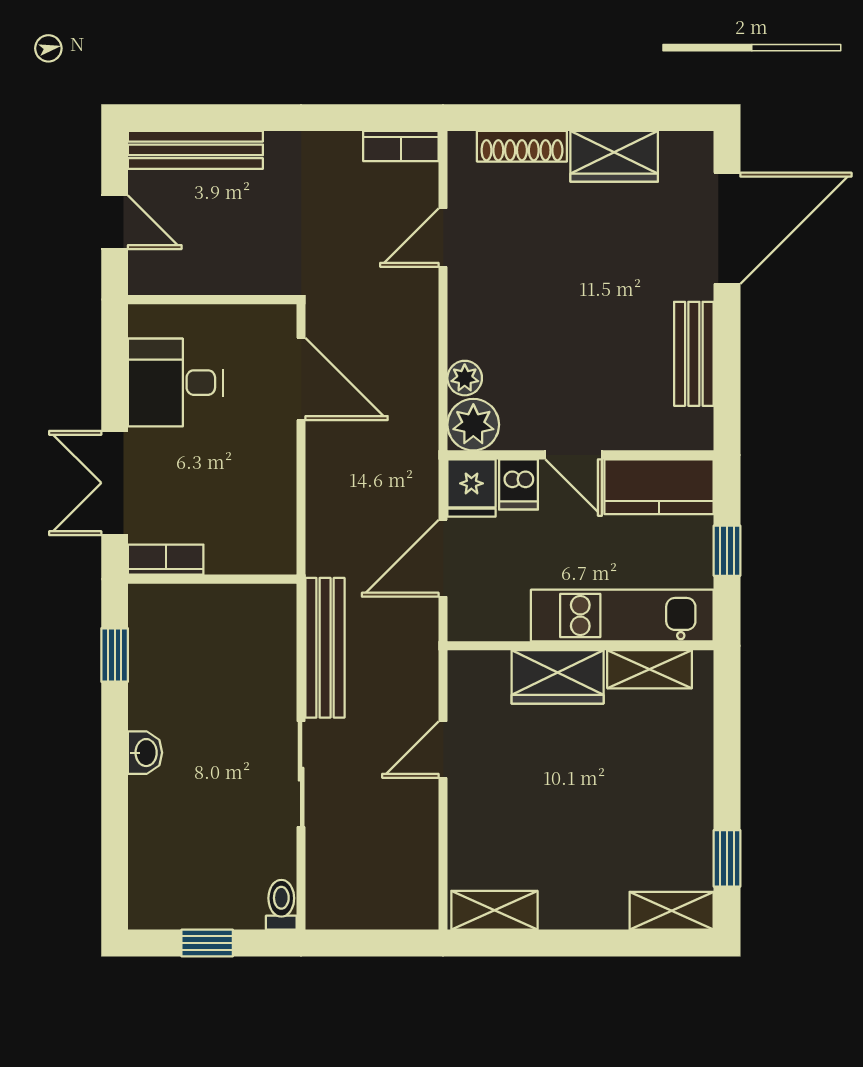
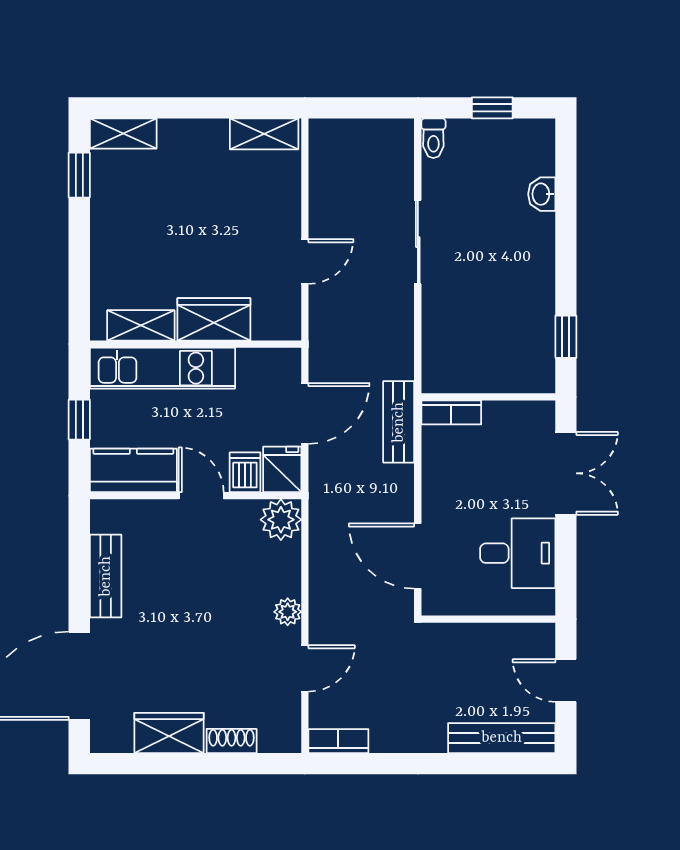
shoe rack: (522, 146) -> (232, 741), width x0.70
plant: (465, 378) -> (288, 612), moved
bookcase: (166, 560) -> (451, 412), moved
bench: (325, 648) -> (399, 422), moved, width x0.73
washbasin: (145, 753) -> (542, 194), moved

